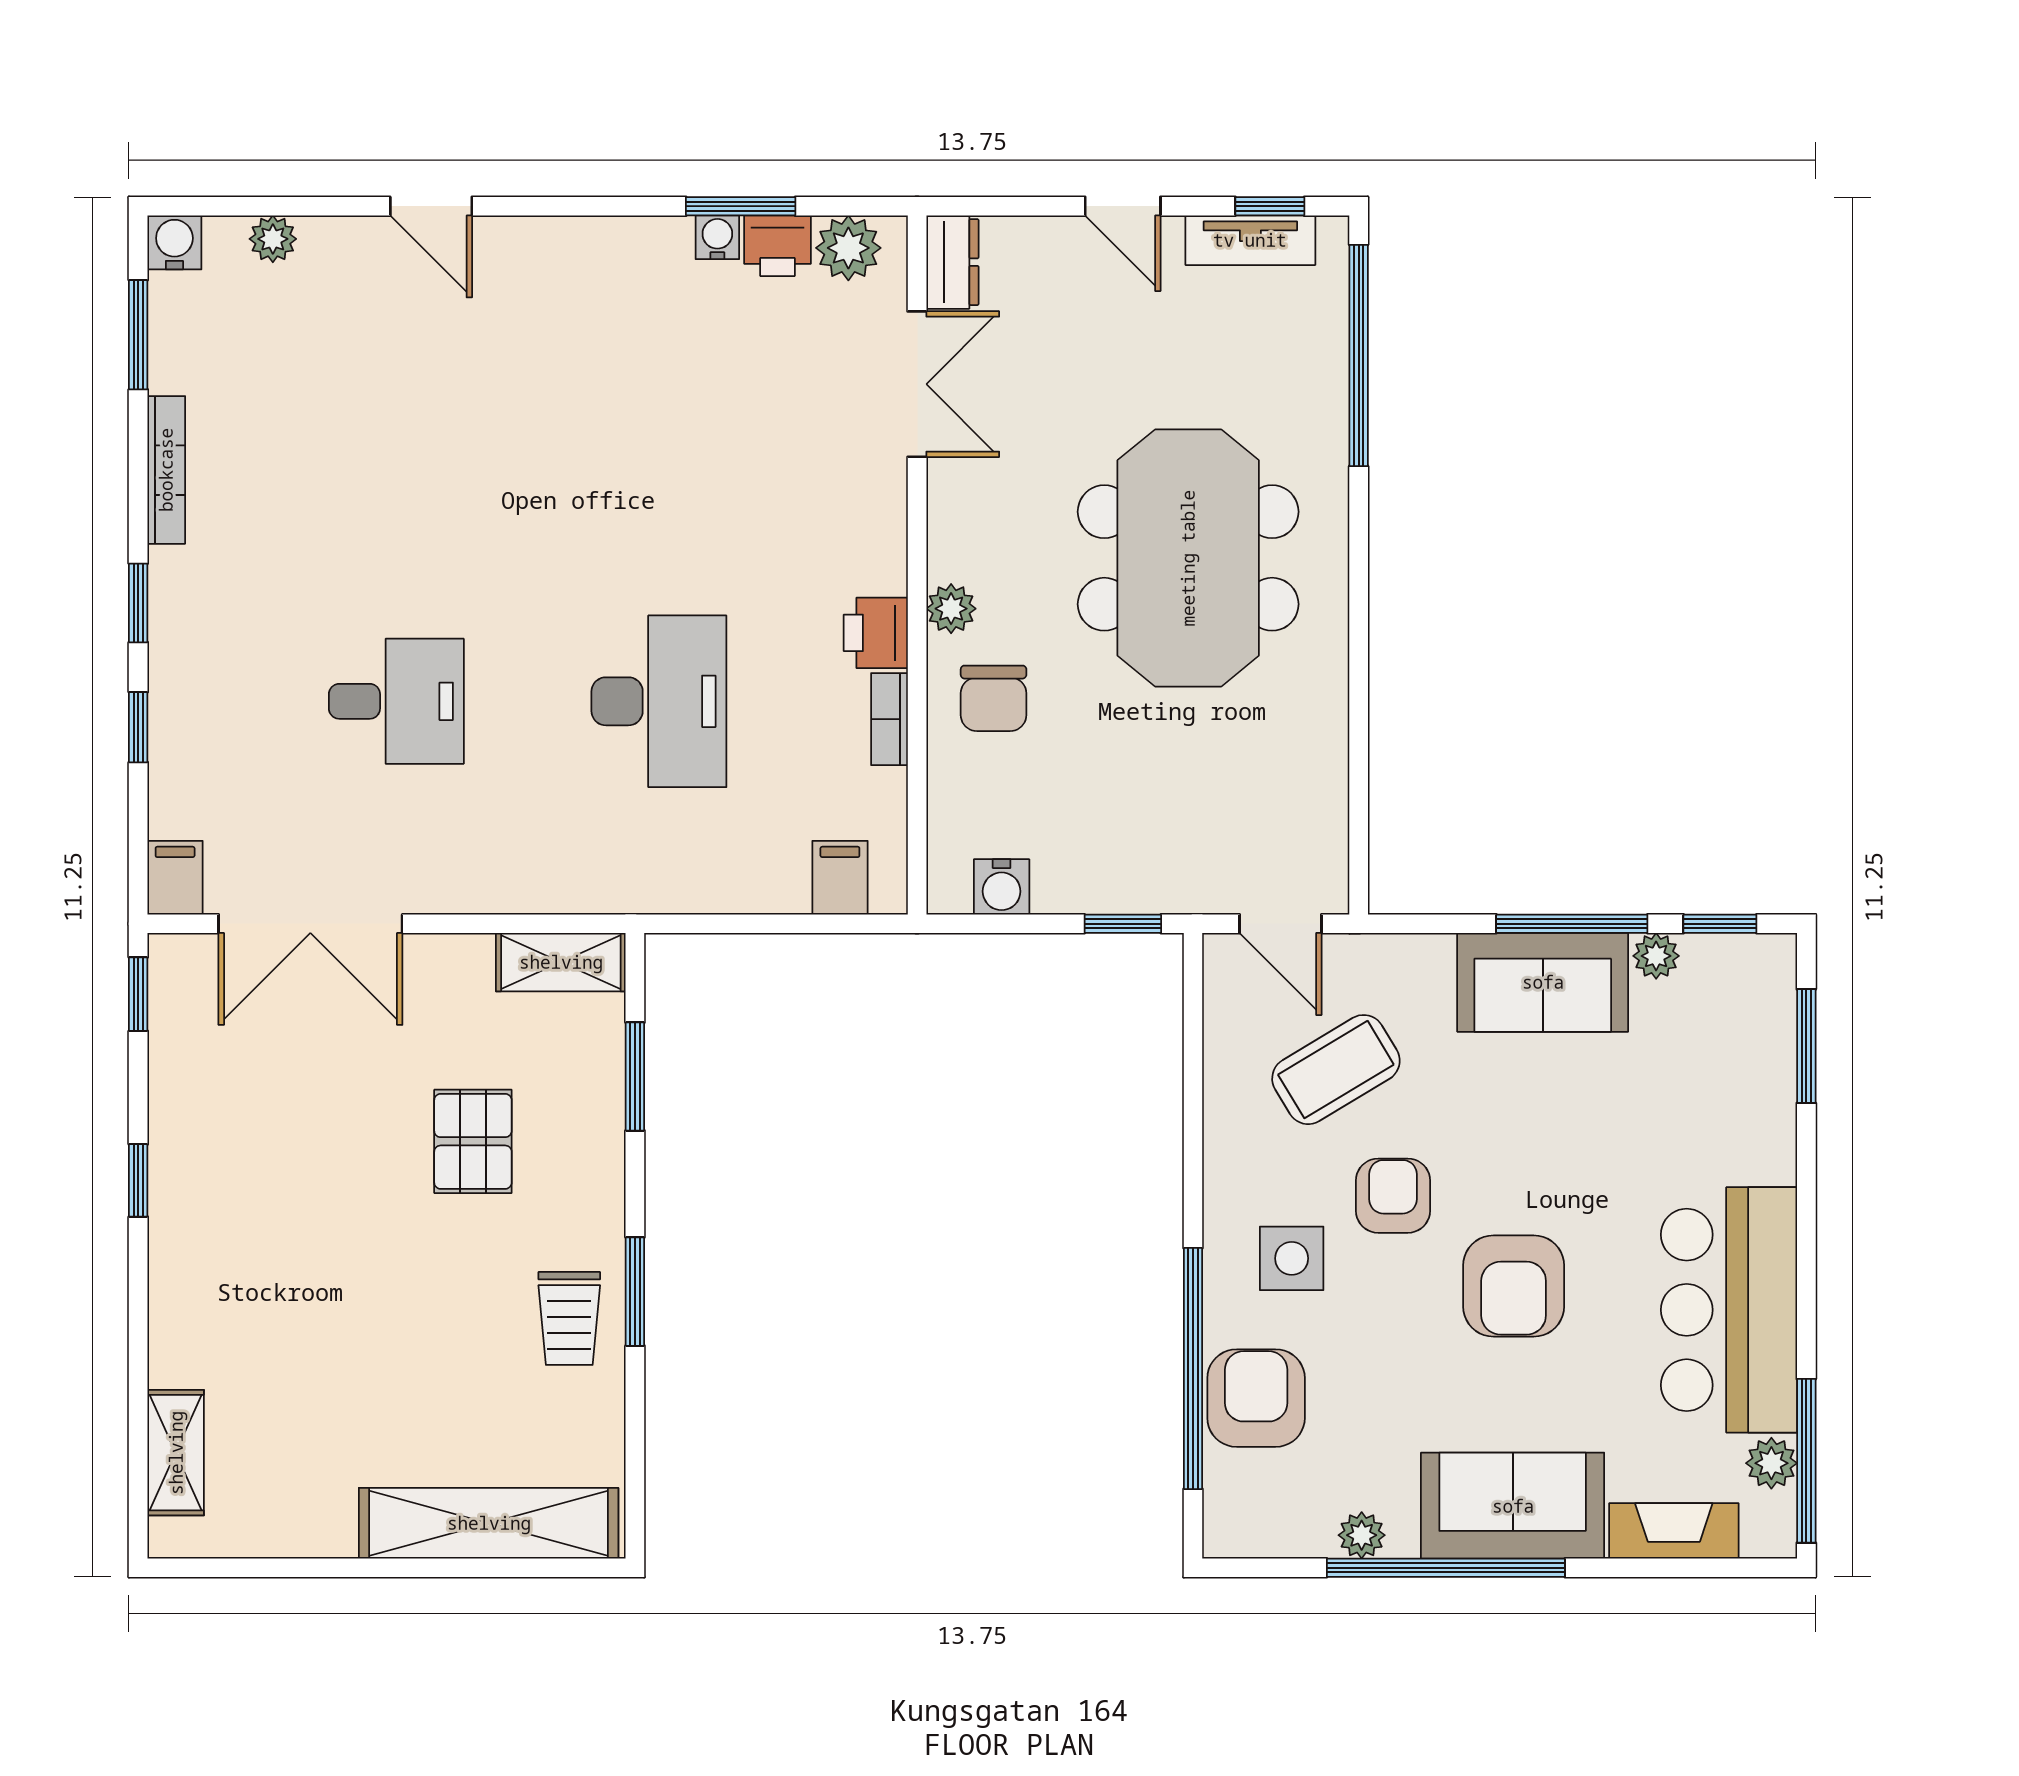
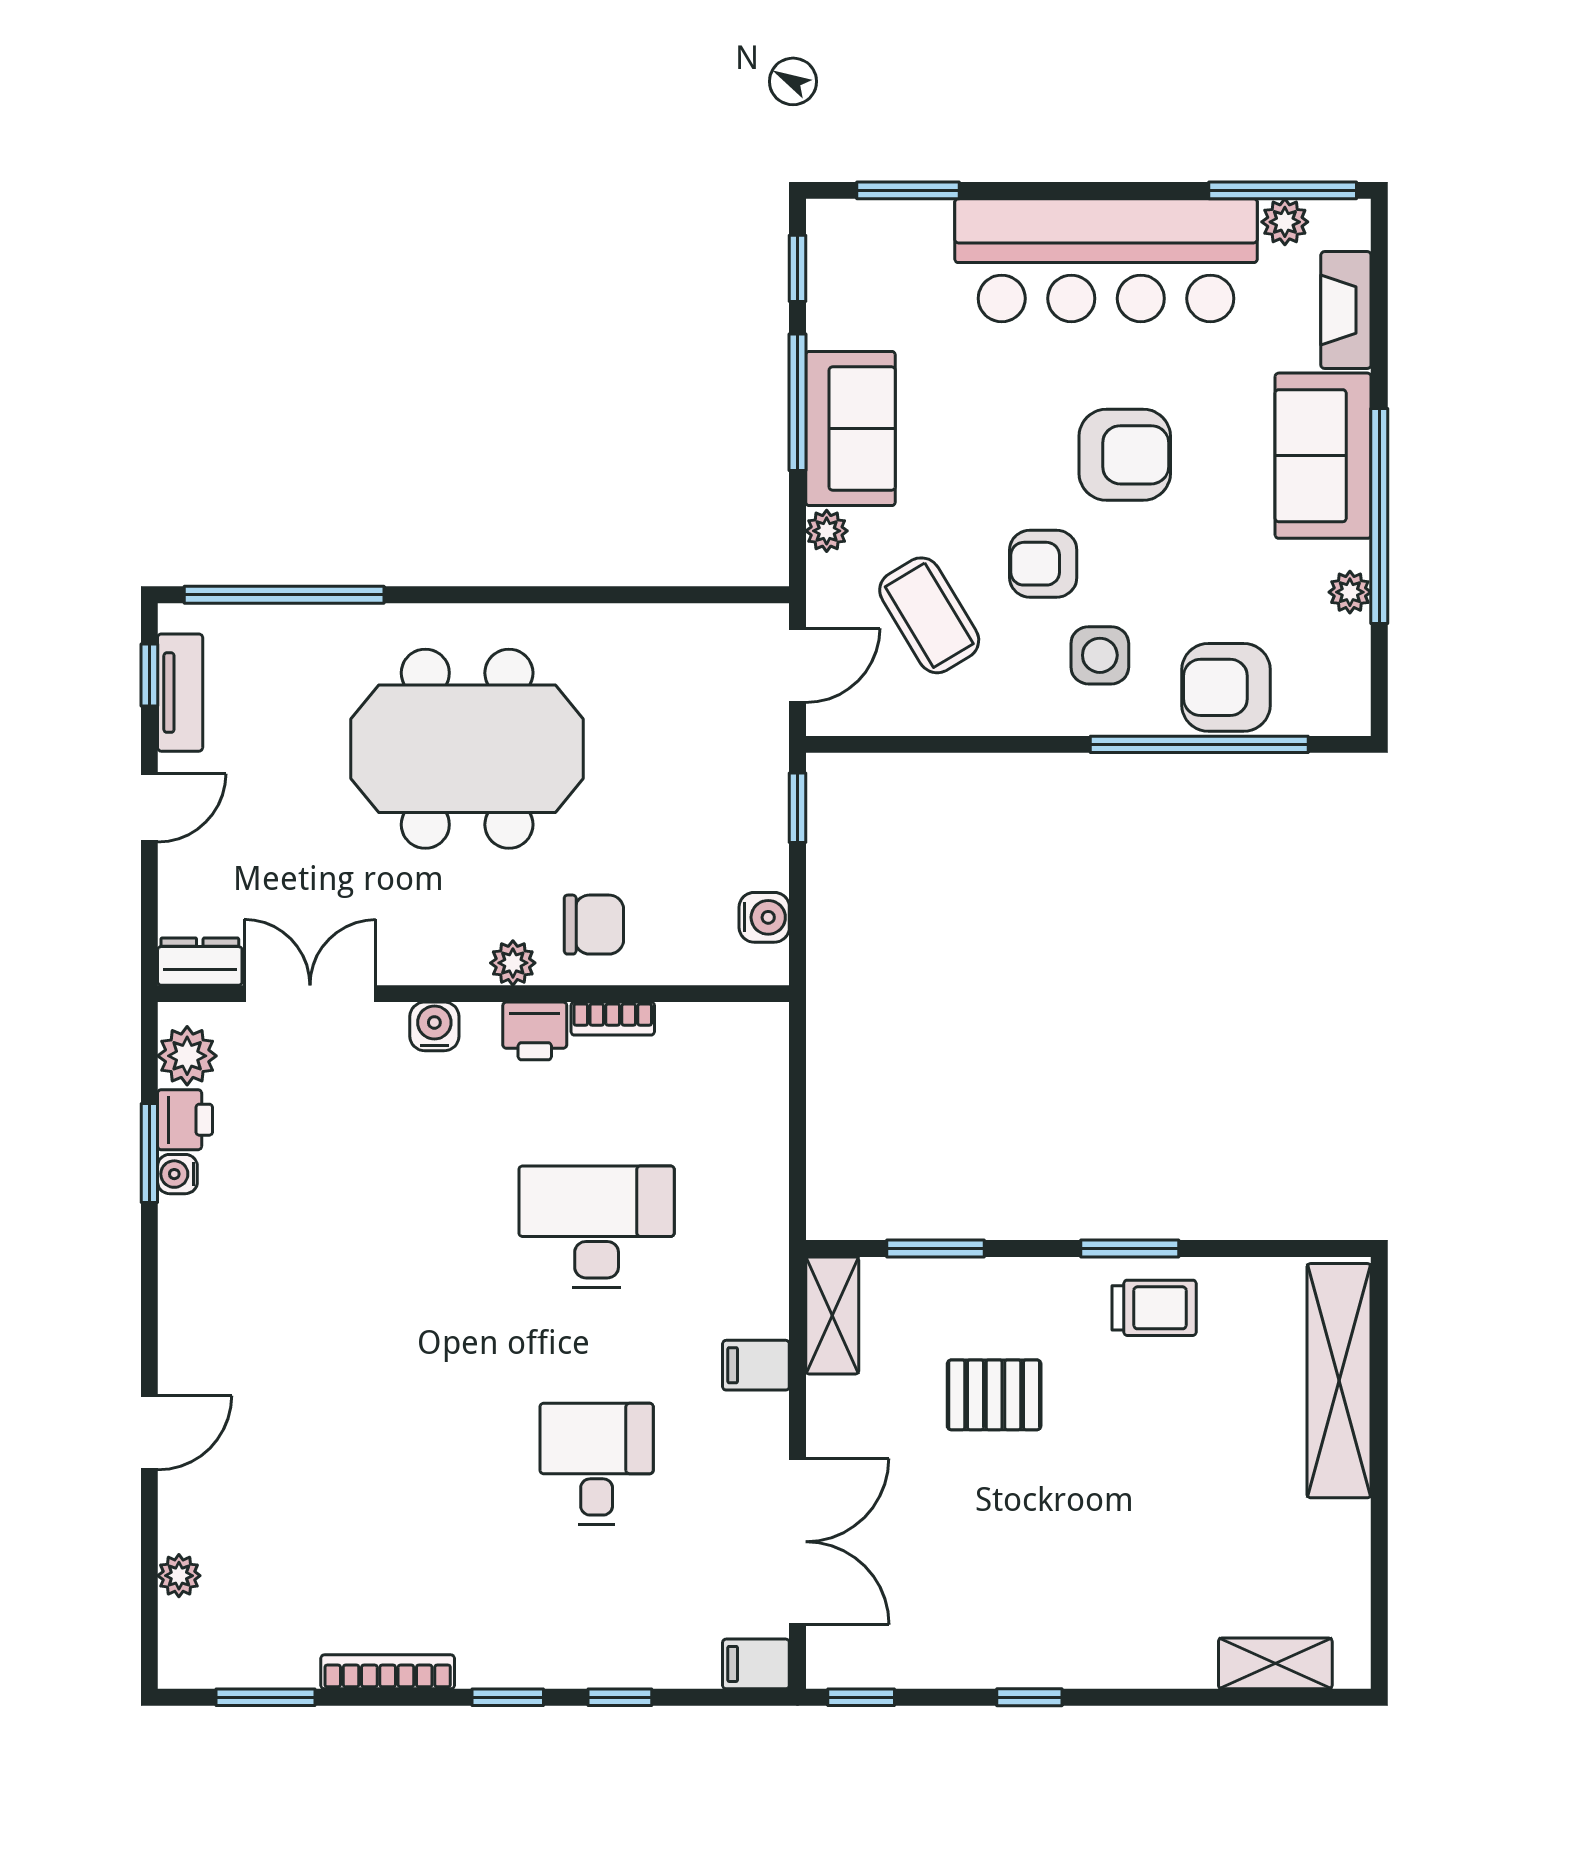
water cooler: (174, 242) -> (434, 1026), moved, turned 90
filing cabinet: (840, 878) -> (756, 1365), moved
plant: (1656, 956) -> (827, 531), moved
bar counter: (1729, 1310) -> (1106, 260), width x1.36

